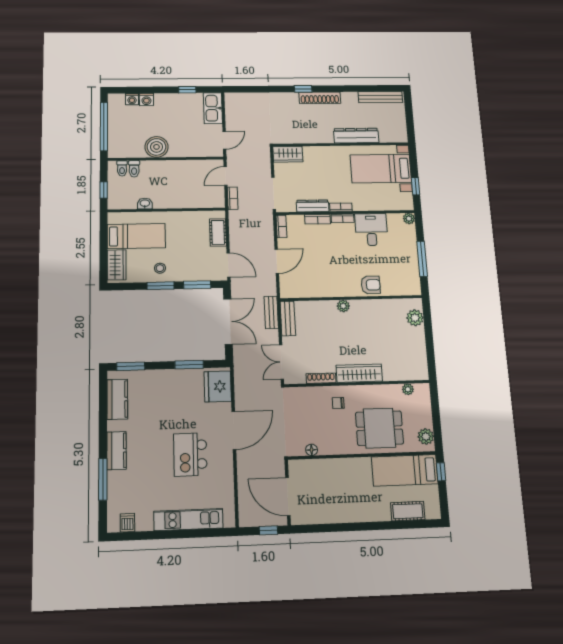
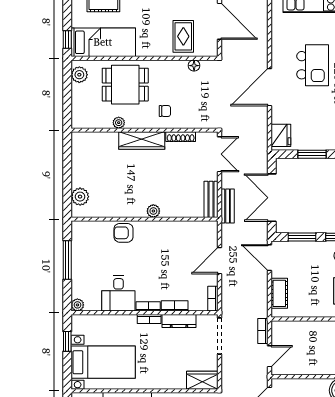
fridge: (218, 386) -> (281, 135), width x0.73, depth x0.75
plant: (408, 389) -> (119, 123), moved
rug: (324, 479) -> (183, 36), added

